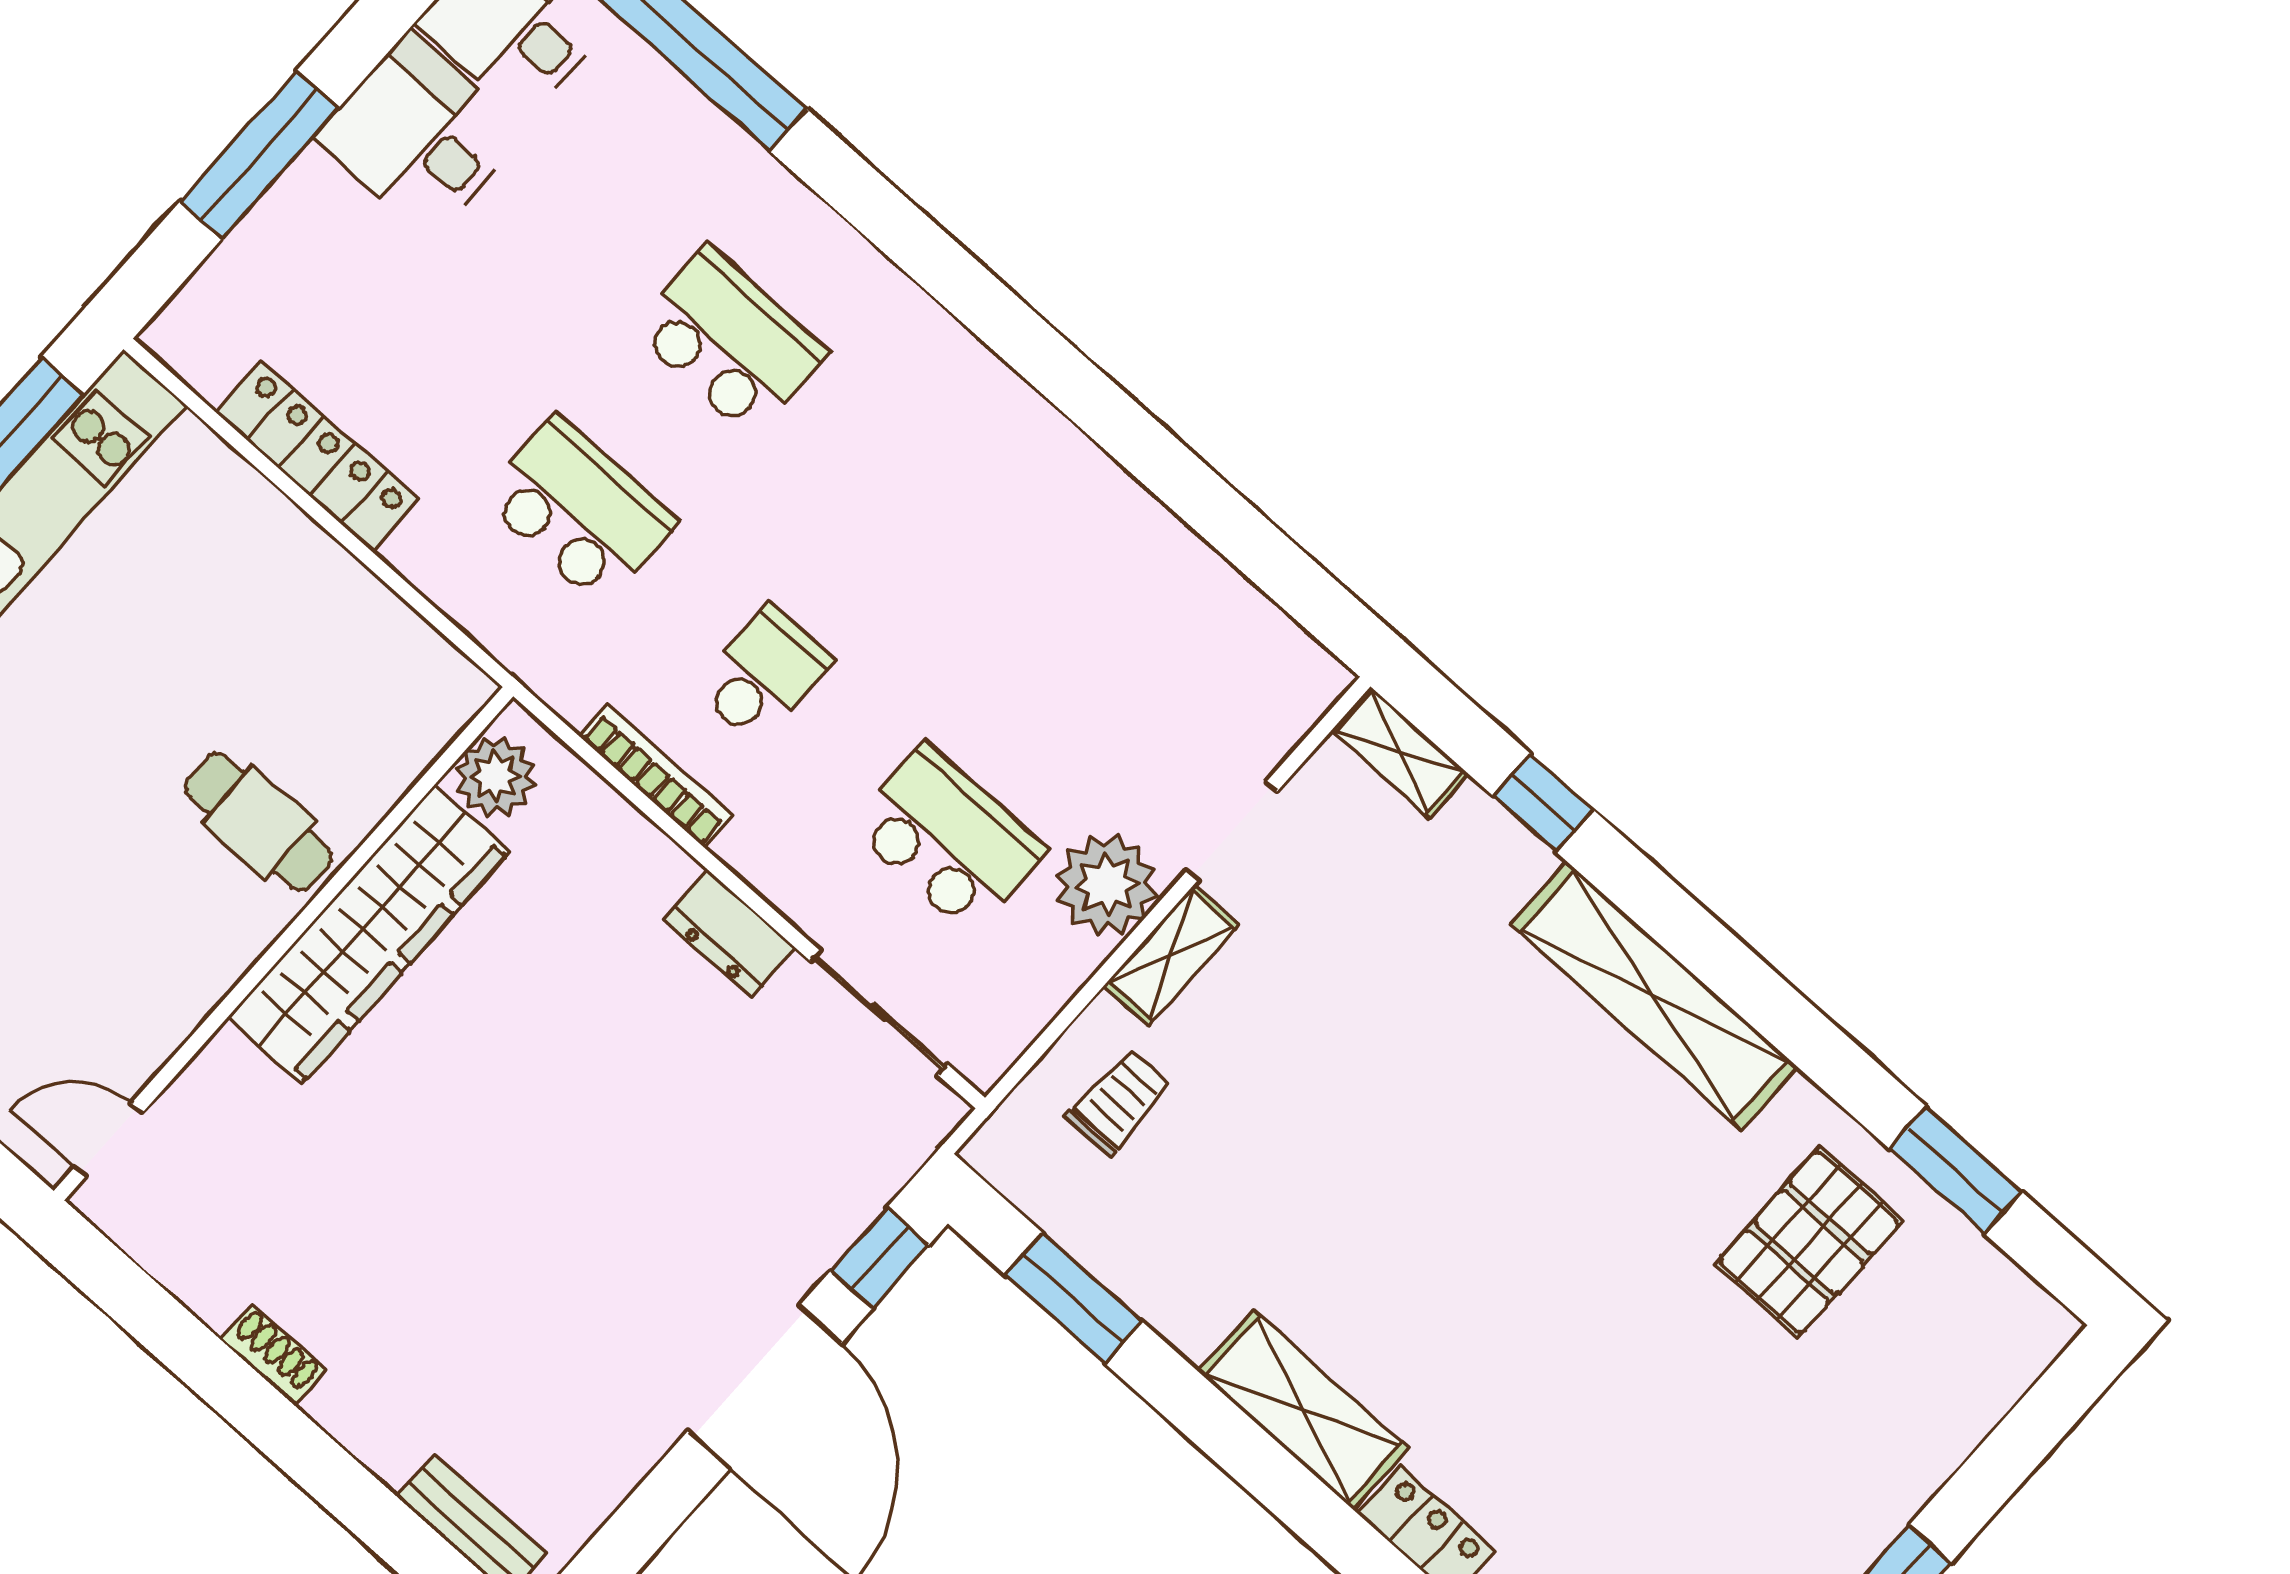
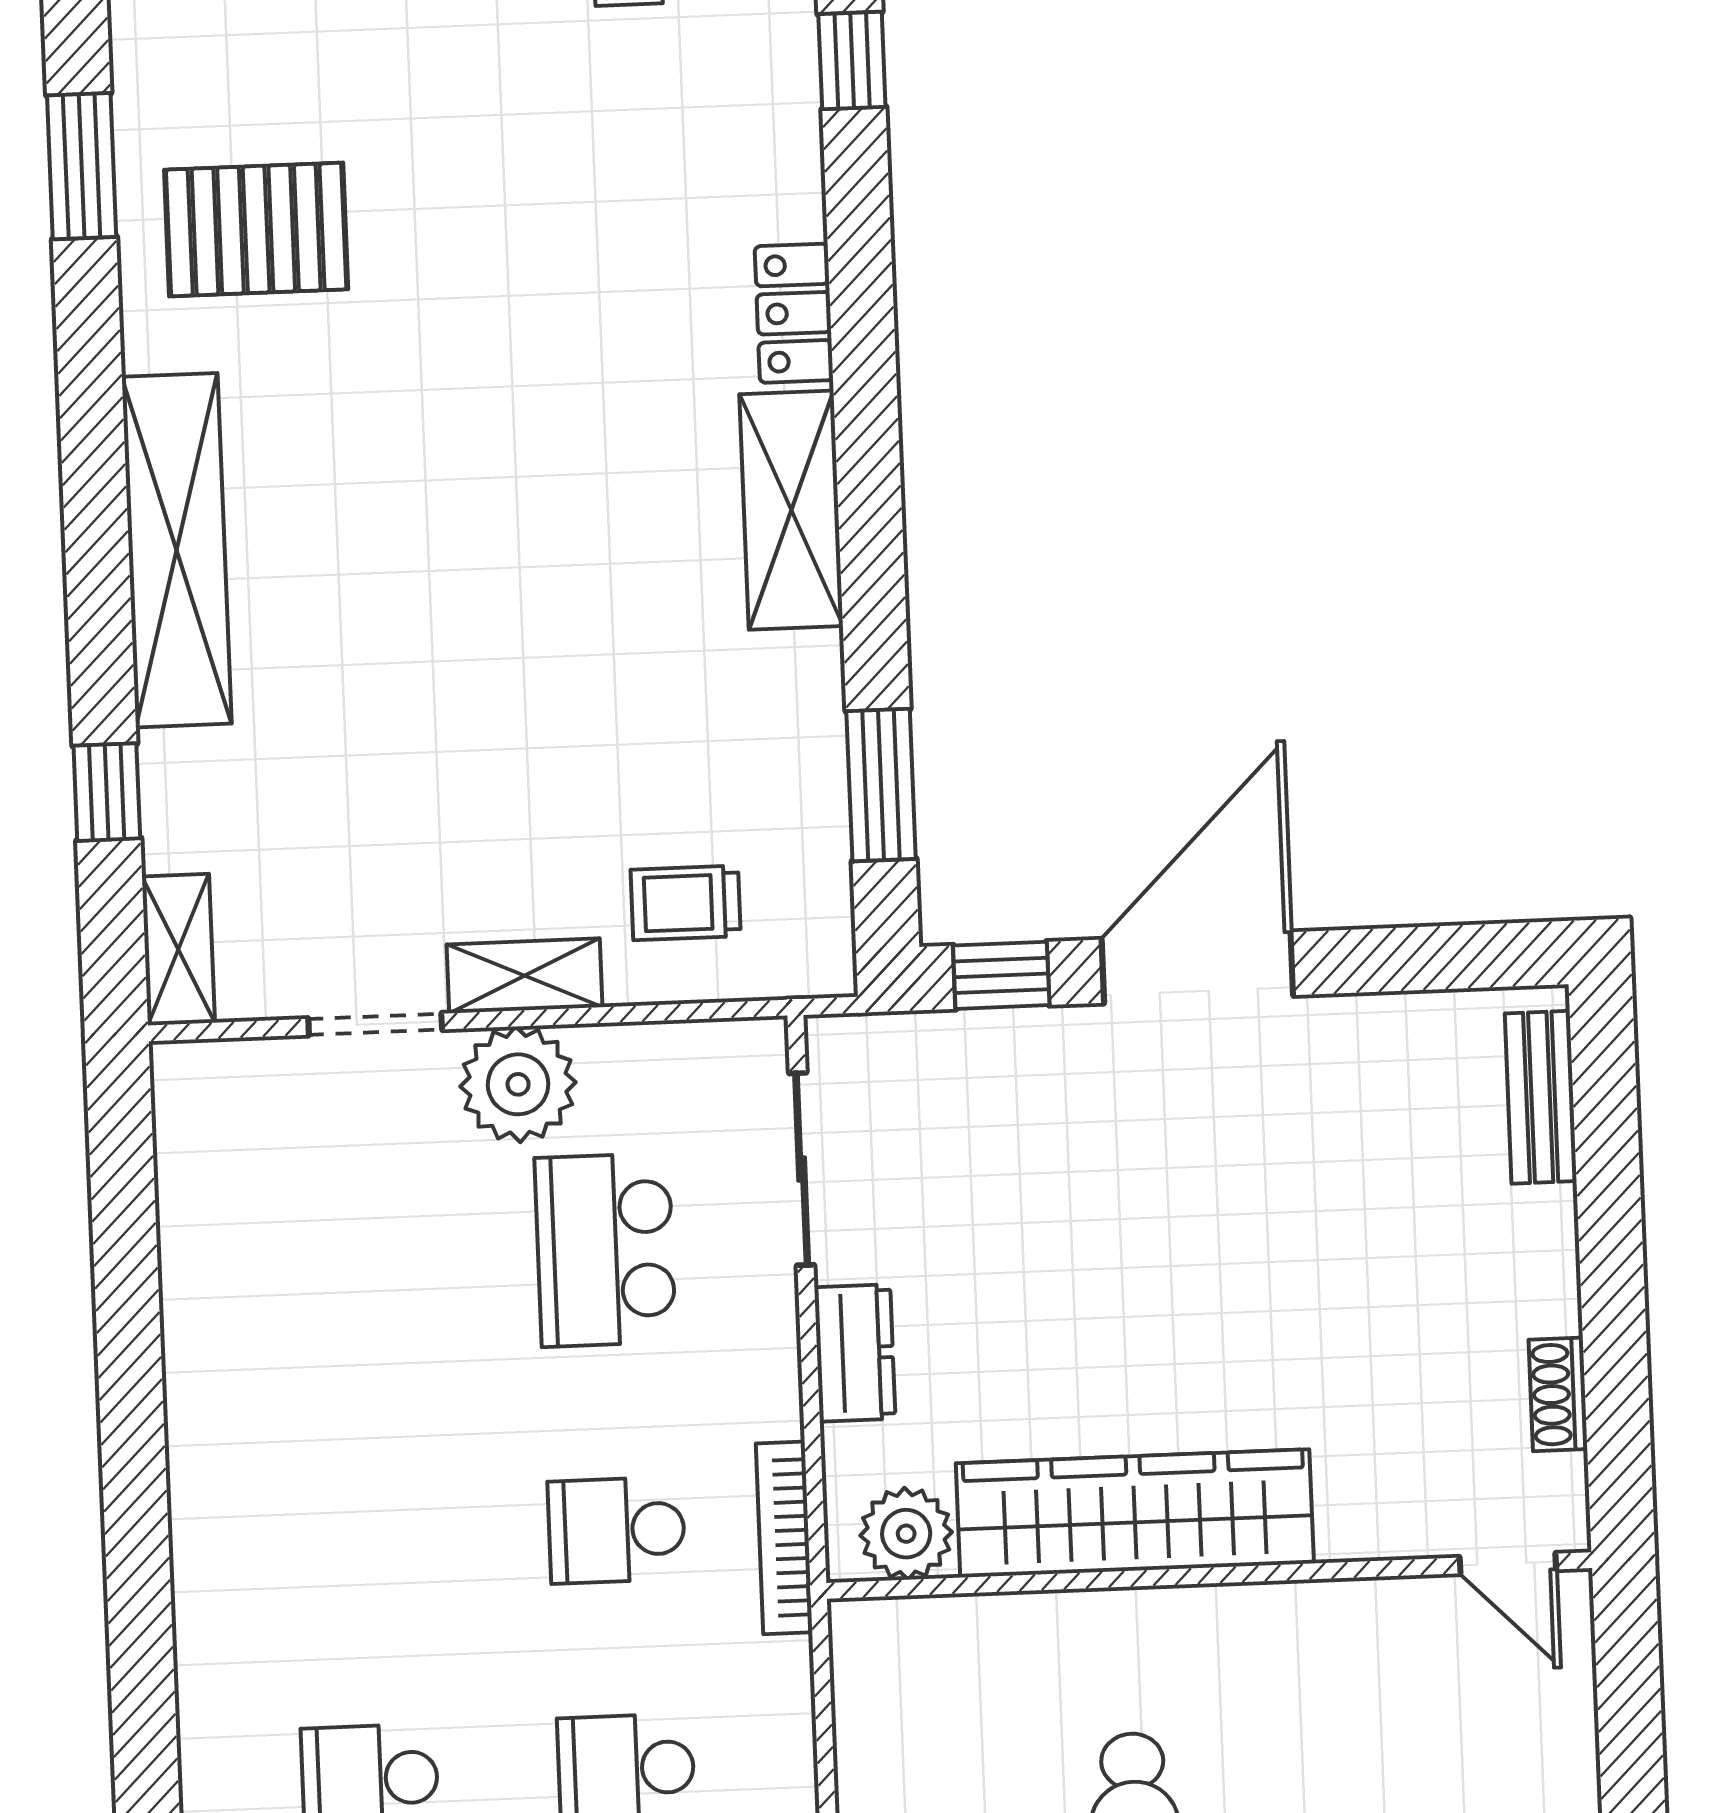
plant: (496, 777) -> (906, 1534), moved
wardrobe: (368, 935) -> (1135, 1513), moved
wall: (283, 944) -> (1209, 1576), moved
door: (108, 1140) -> (1508, 1564), moved

